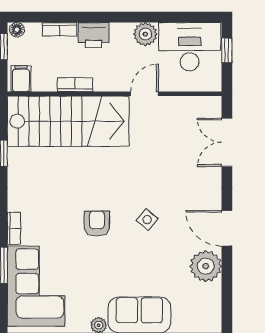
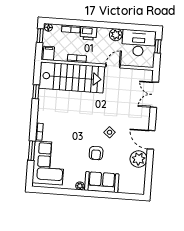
armchair: (97, 223) -> (96, 153), moved, turned 180

